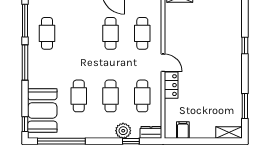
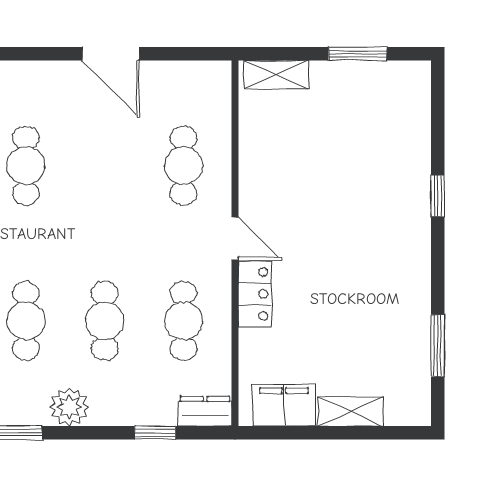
cafe table: (111, 33) -> (26, 166), moved
filing cabinet: (183, 130) -> (284, 405), width x2.00
plant: (123, 131) -> (69, 407), moved
shelving: (229, 133) -> (351, 411), moved

